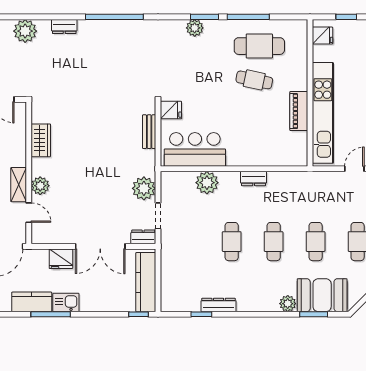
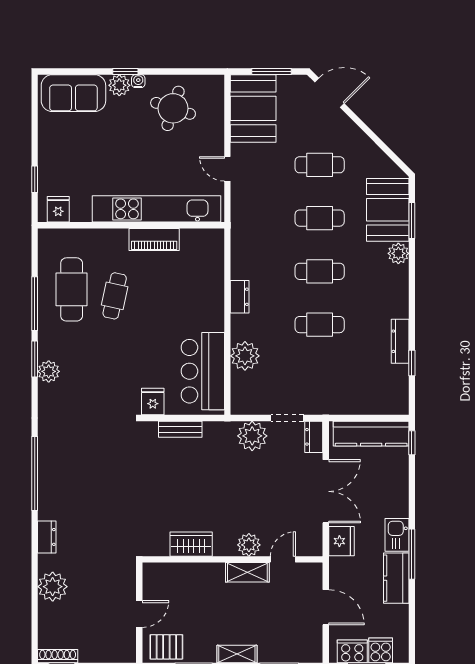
wardrobe: (41, 140) -> (191, 544), moved
wall: (29, 173) -> (233, 559), moved
shelving: (19, 185) -> (247, 572), moved
plant: (40, 186) -> (249, 545), moved
door: (29, 213) -> (283, 559), moved

